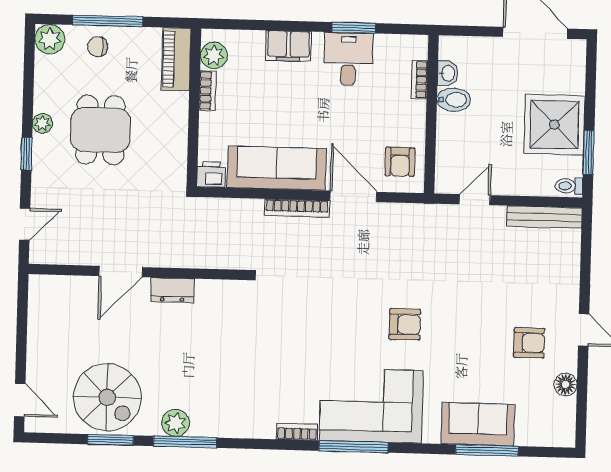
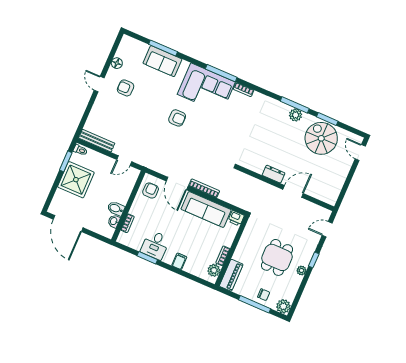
filing cabinet: (288, 46) -> (179, 261), width x0.50
armchair: (405, 324) -> (177, 118), turned 180

